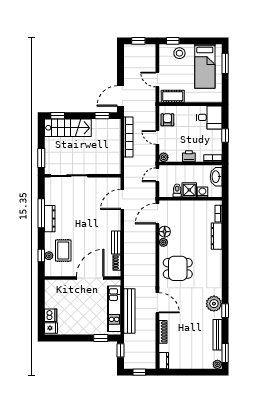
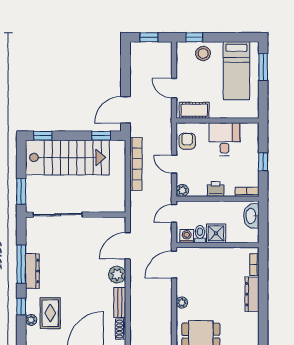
desk: (209, 117) -> (224, 139), moved, turned -90
stairs: (68, 128) -> (67, 157), width x1.36, depth x1.51
washing machine: (202, 192) -> (187, 236), moved
plant: (114, 221) -> (117, 275), added
floor lamp: (165, 232) -> (184, 288), removed
window: (41, 255) -> (21, 306), moved

